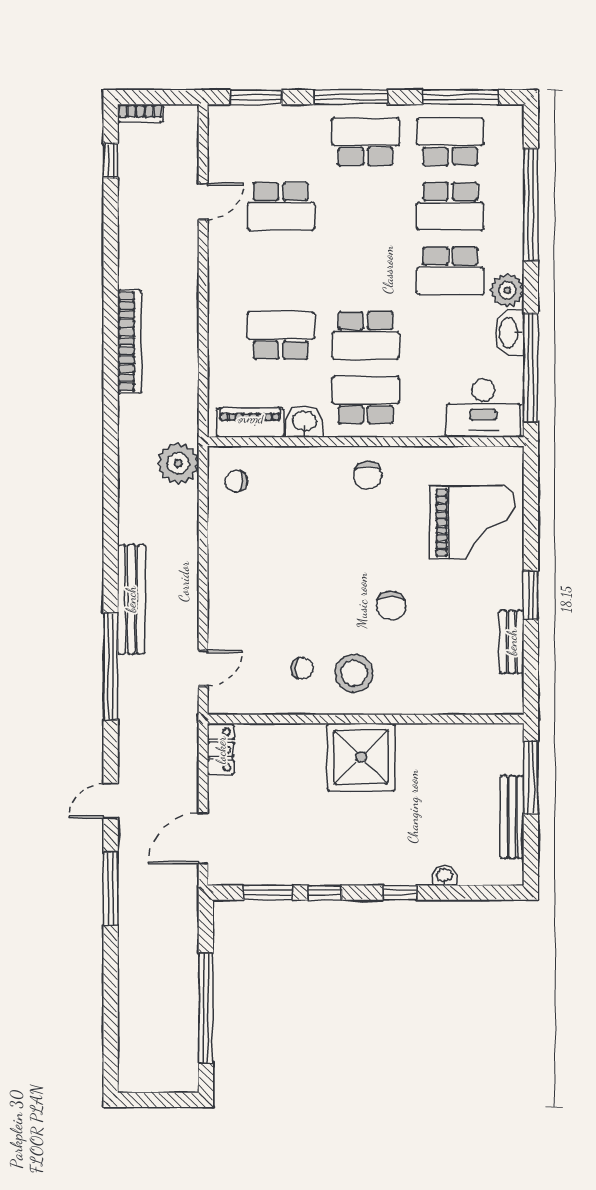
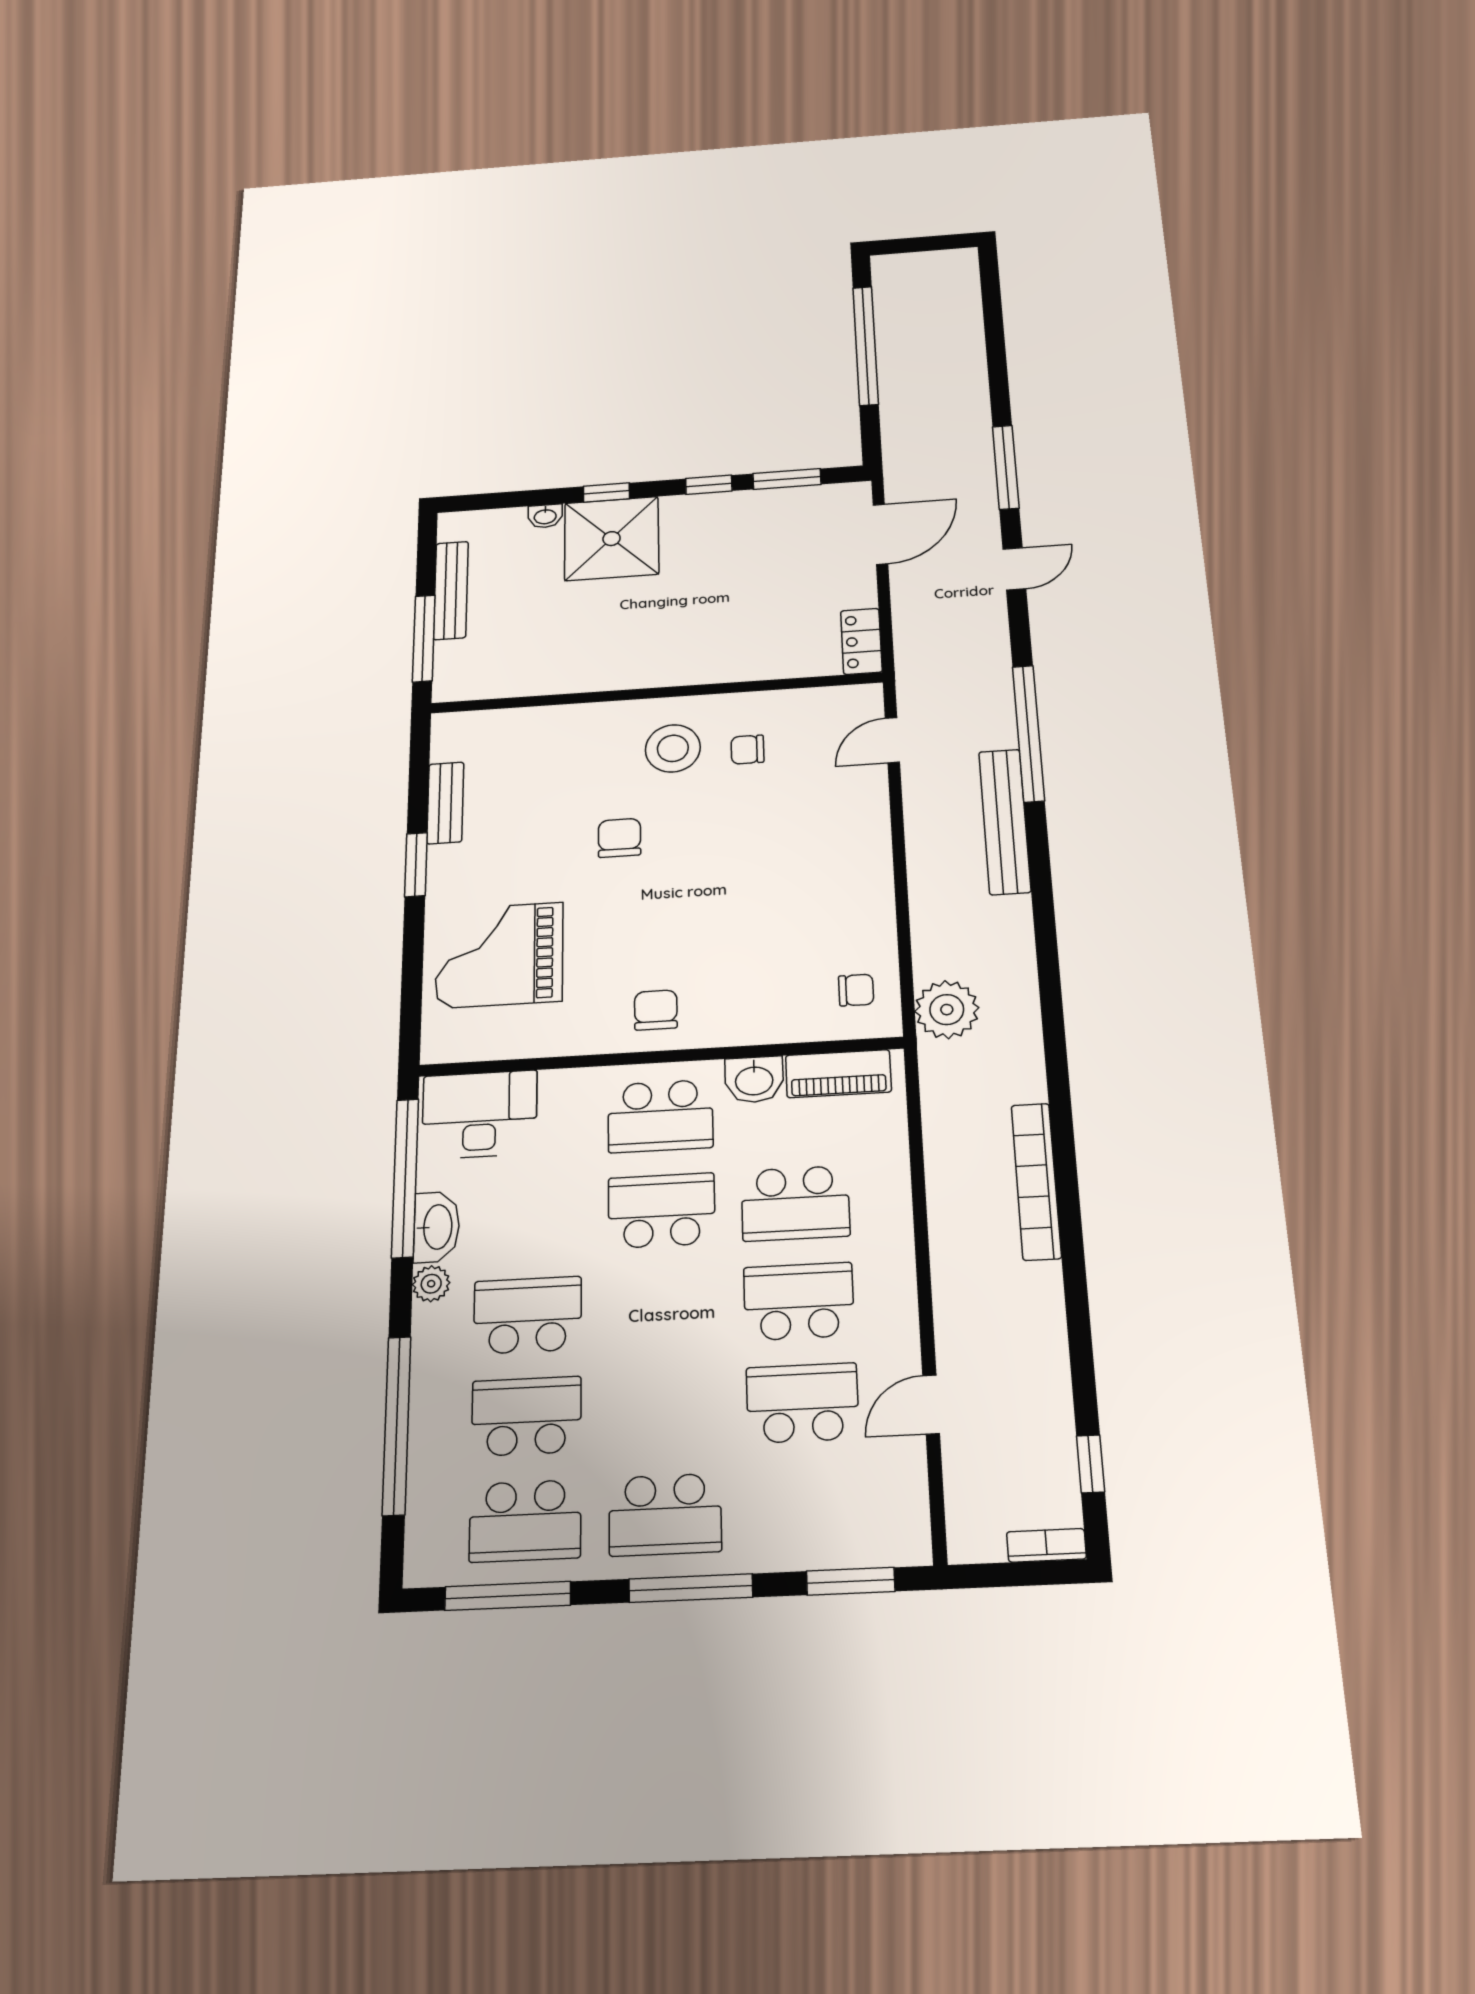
school desk: (281, 271) -> (799, 1301), added
plant: (507, 290) -> (431, 1284), width x0.73, depth x0.73
shower: (361, 757) -> (612, 539), moved

